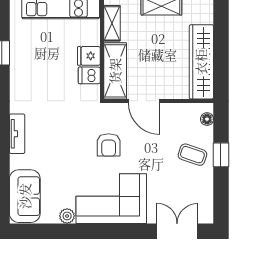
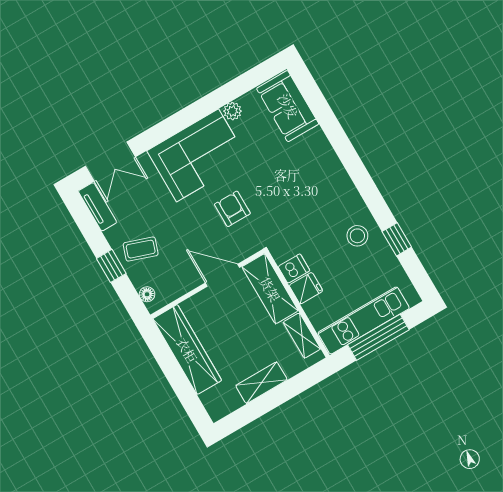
stool: (29, 72) -> (357, 236), added
tv unit: (17, 134) -> (97, 207), moved, turned 180

